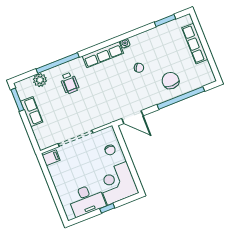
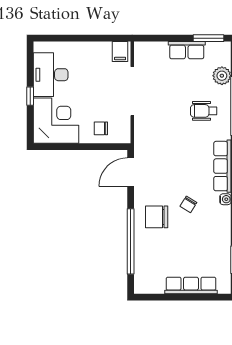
chair: (171, 81) -> (157, 217), moved, turned 180

